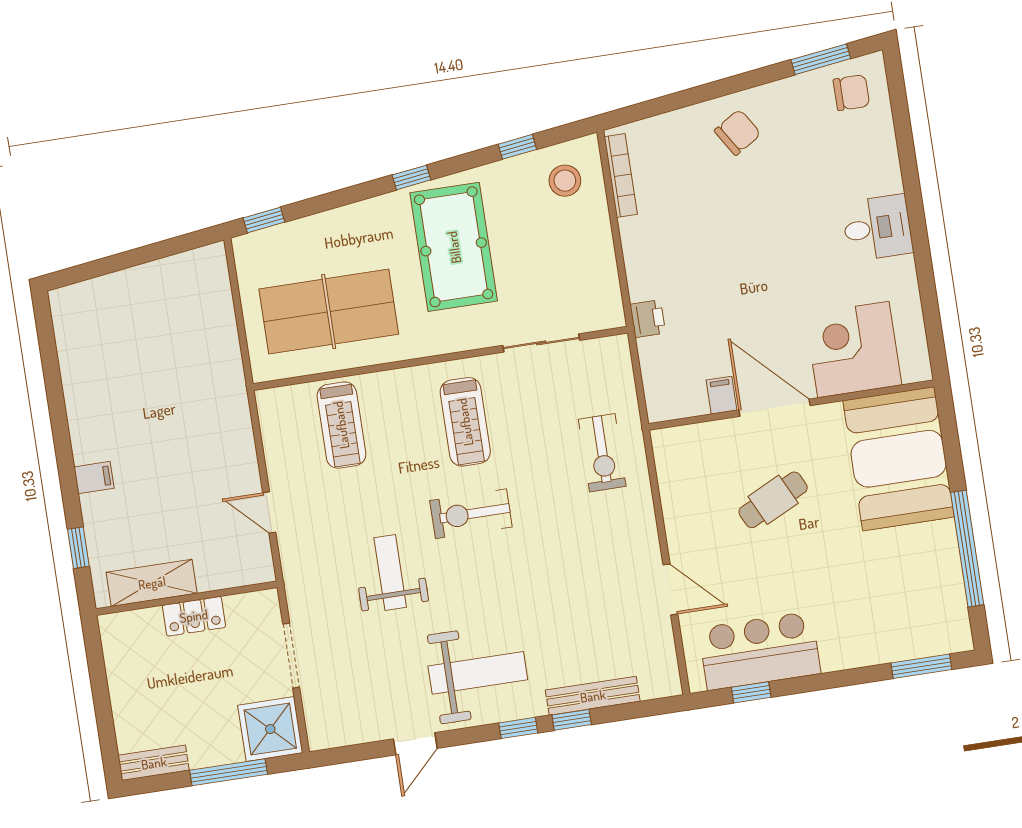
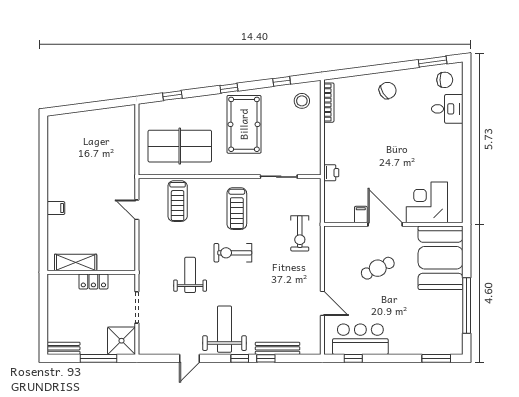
window: (264, 220) -> (172, 96), moved
desk: (877, 228) -> (447, 109), moved
door: (269, 512) -> (137, 210), moved
window: (78, 548) -> (43, 240), removed
weight bench: (478, 673) -> (224, 329), turned -90

